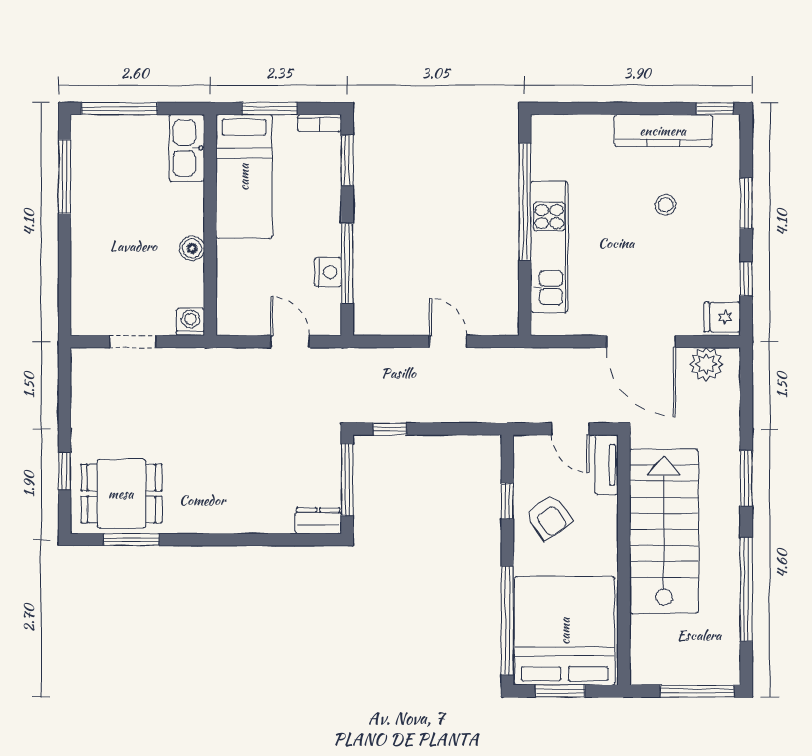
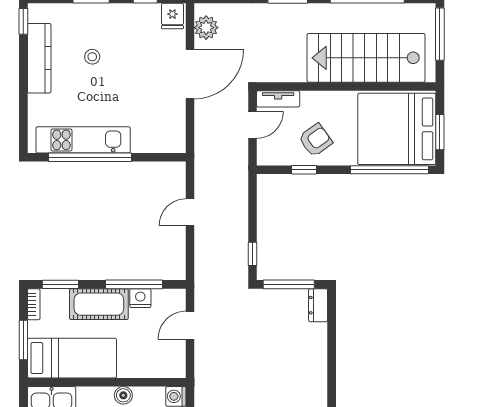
cot: (320, 214) -> (99, 304), added
kitchen unit: (549, 247) -> (83, 140), moved
stairs: (664, 531) -> (366, 58), moved

